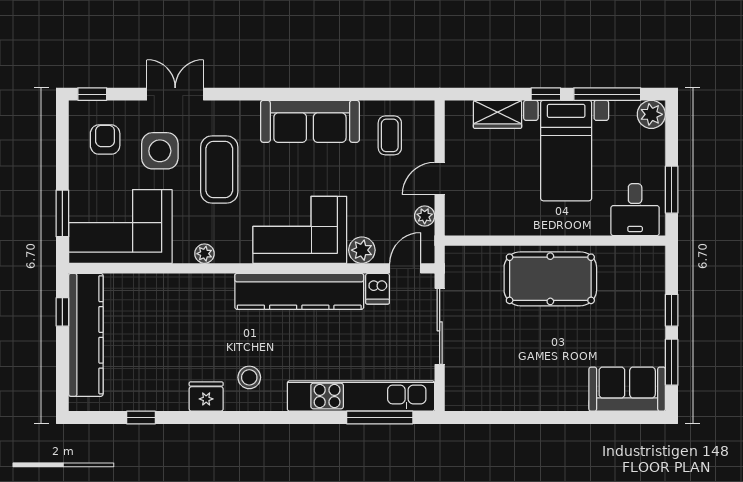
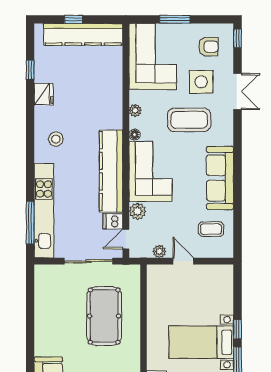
wardrobe: (498, 114) -> (225, 298), removed
window: (62, 213) -> (175, 19), moved
floor lamp: (242, 255) -> (135, 135), added
door: (405, 268) -> (126, 239), swing flipped
pool table: (550, 279) -> (104, 316), moved
window: (62, 312) -> (74, 19), moved
fridge: (206, 397) -> (44, 94), moved

